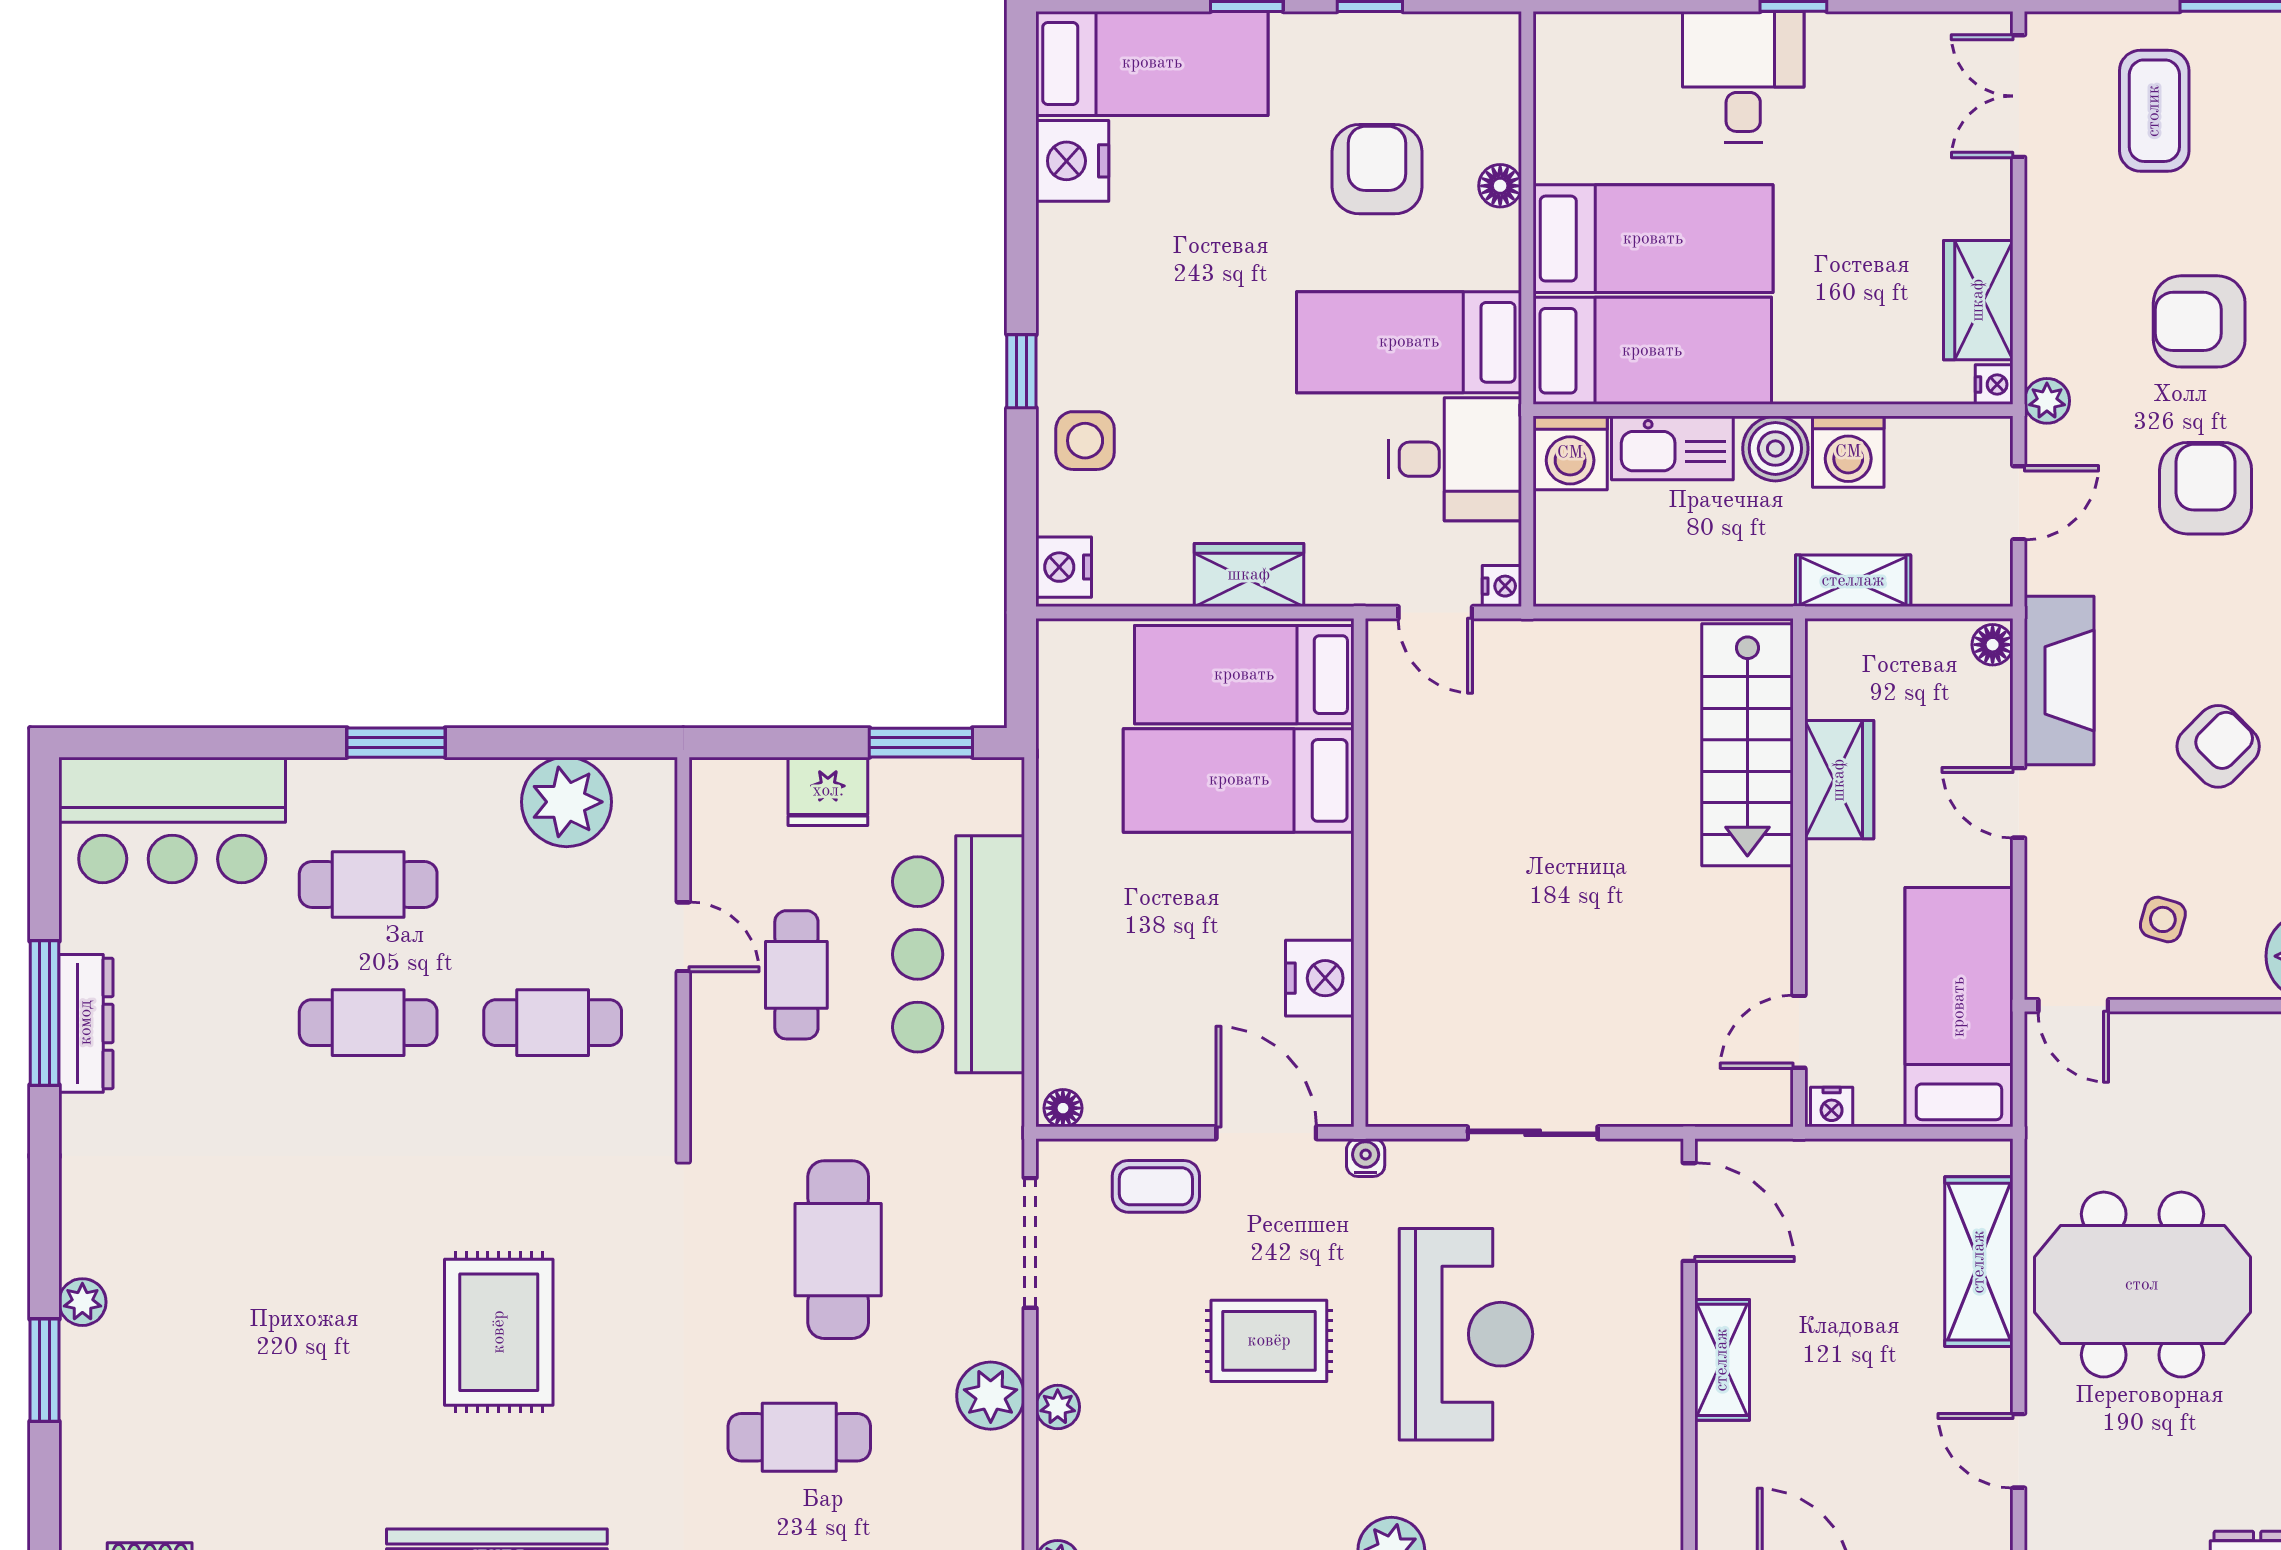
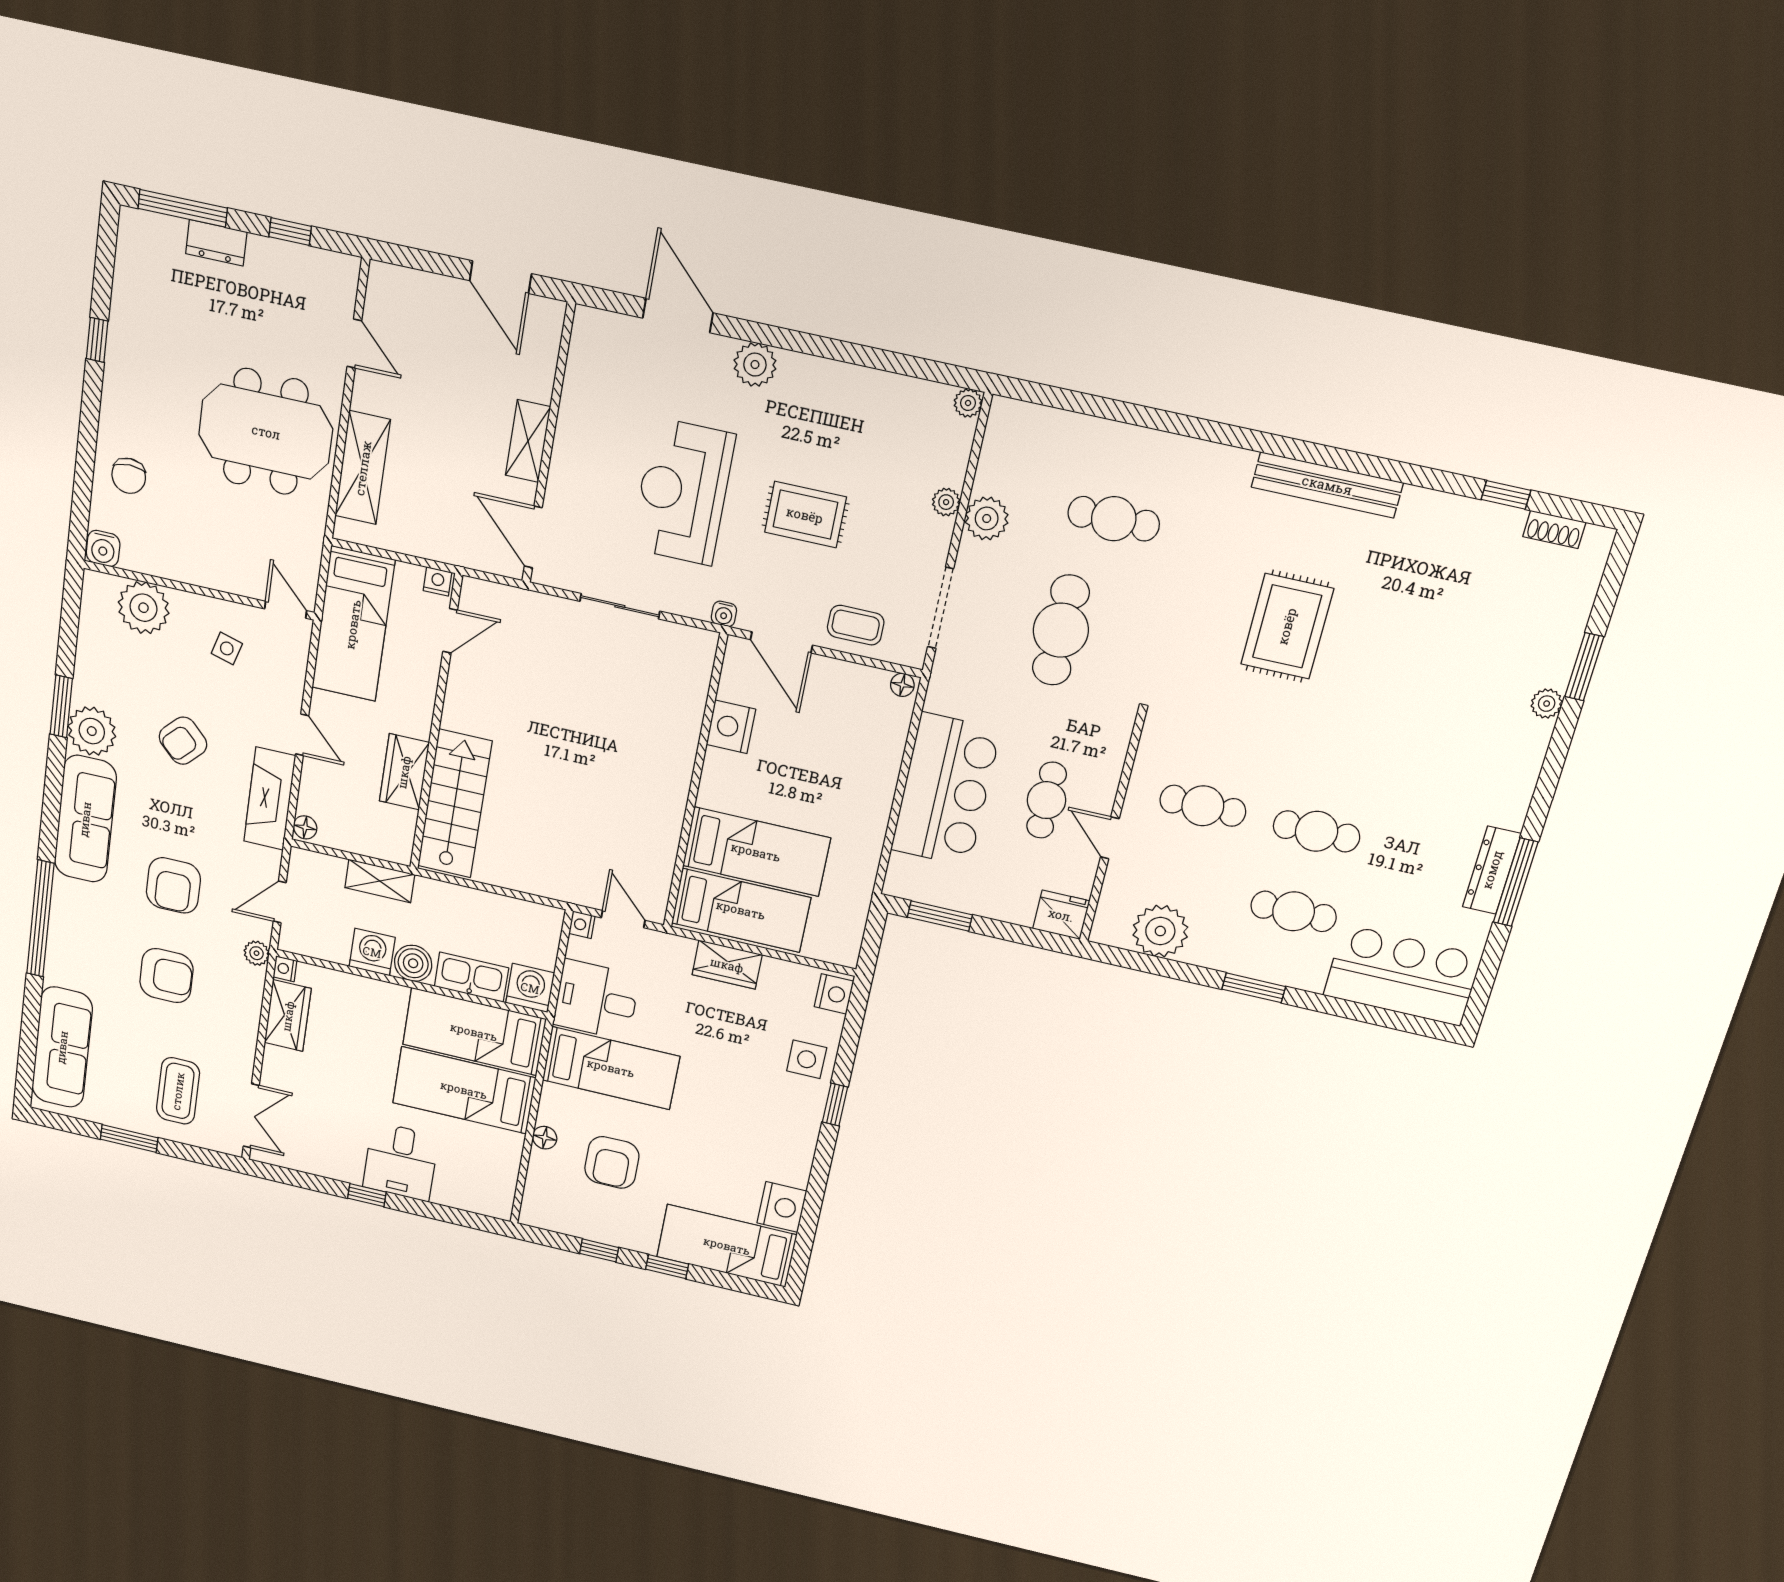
fridge: (828, 791) -> (1061, 915), moved

